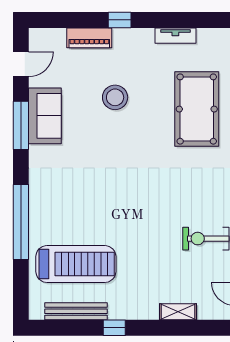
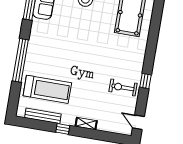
shelving: (178, 312) -> (86, 124), moved

